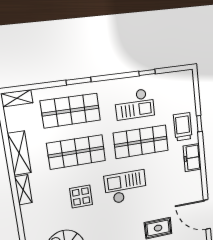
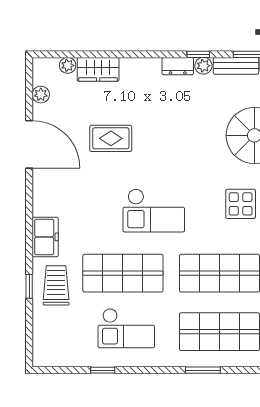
checkout: (135, 104) -> (126, 328), turned 180
trolley: (183, 127) -> (56, 285), turned 180
display table: (81, 196) -> (241, 204), moved

